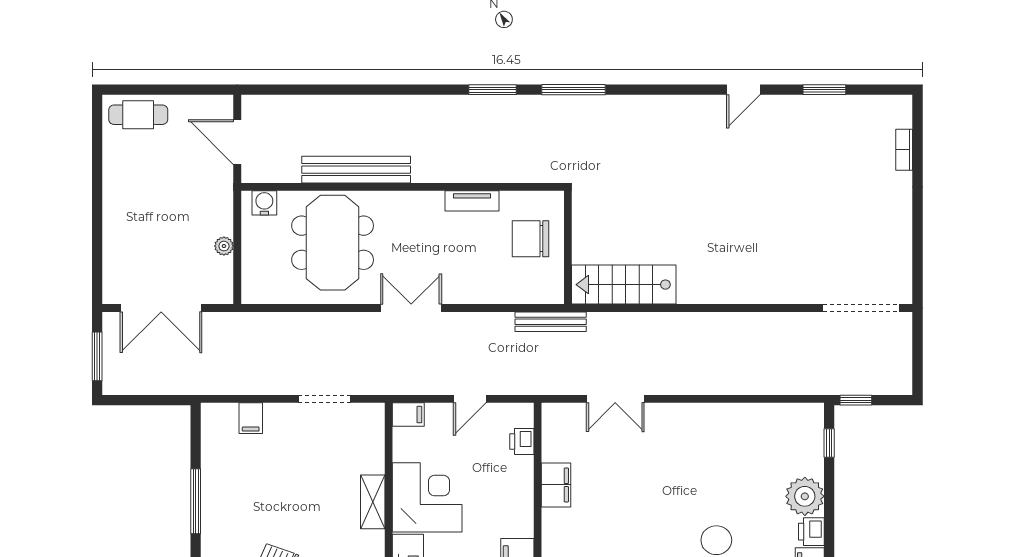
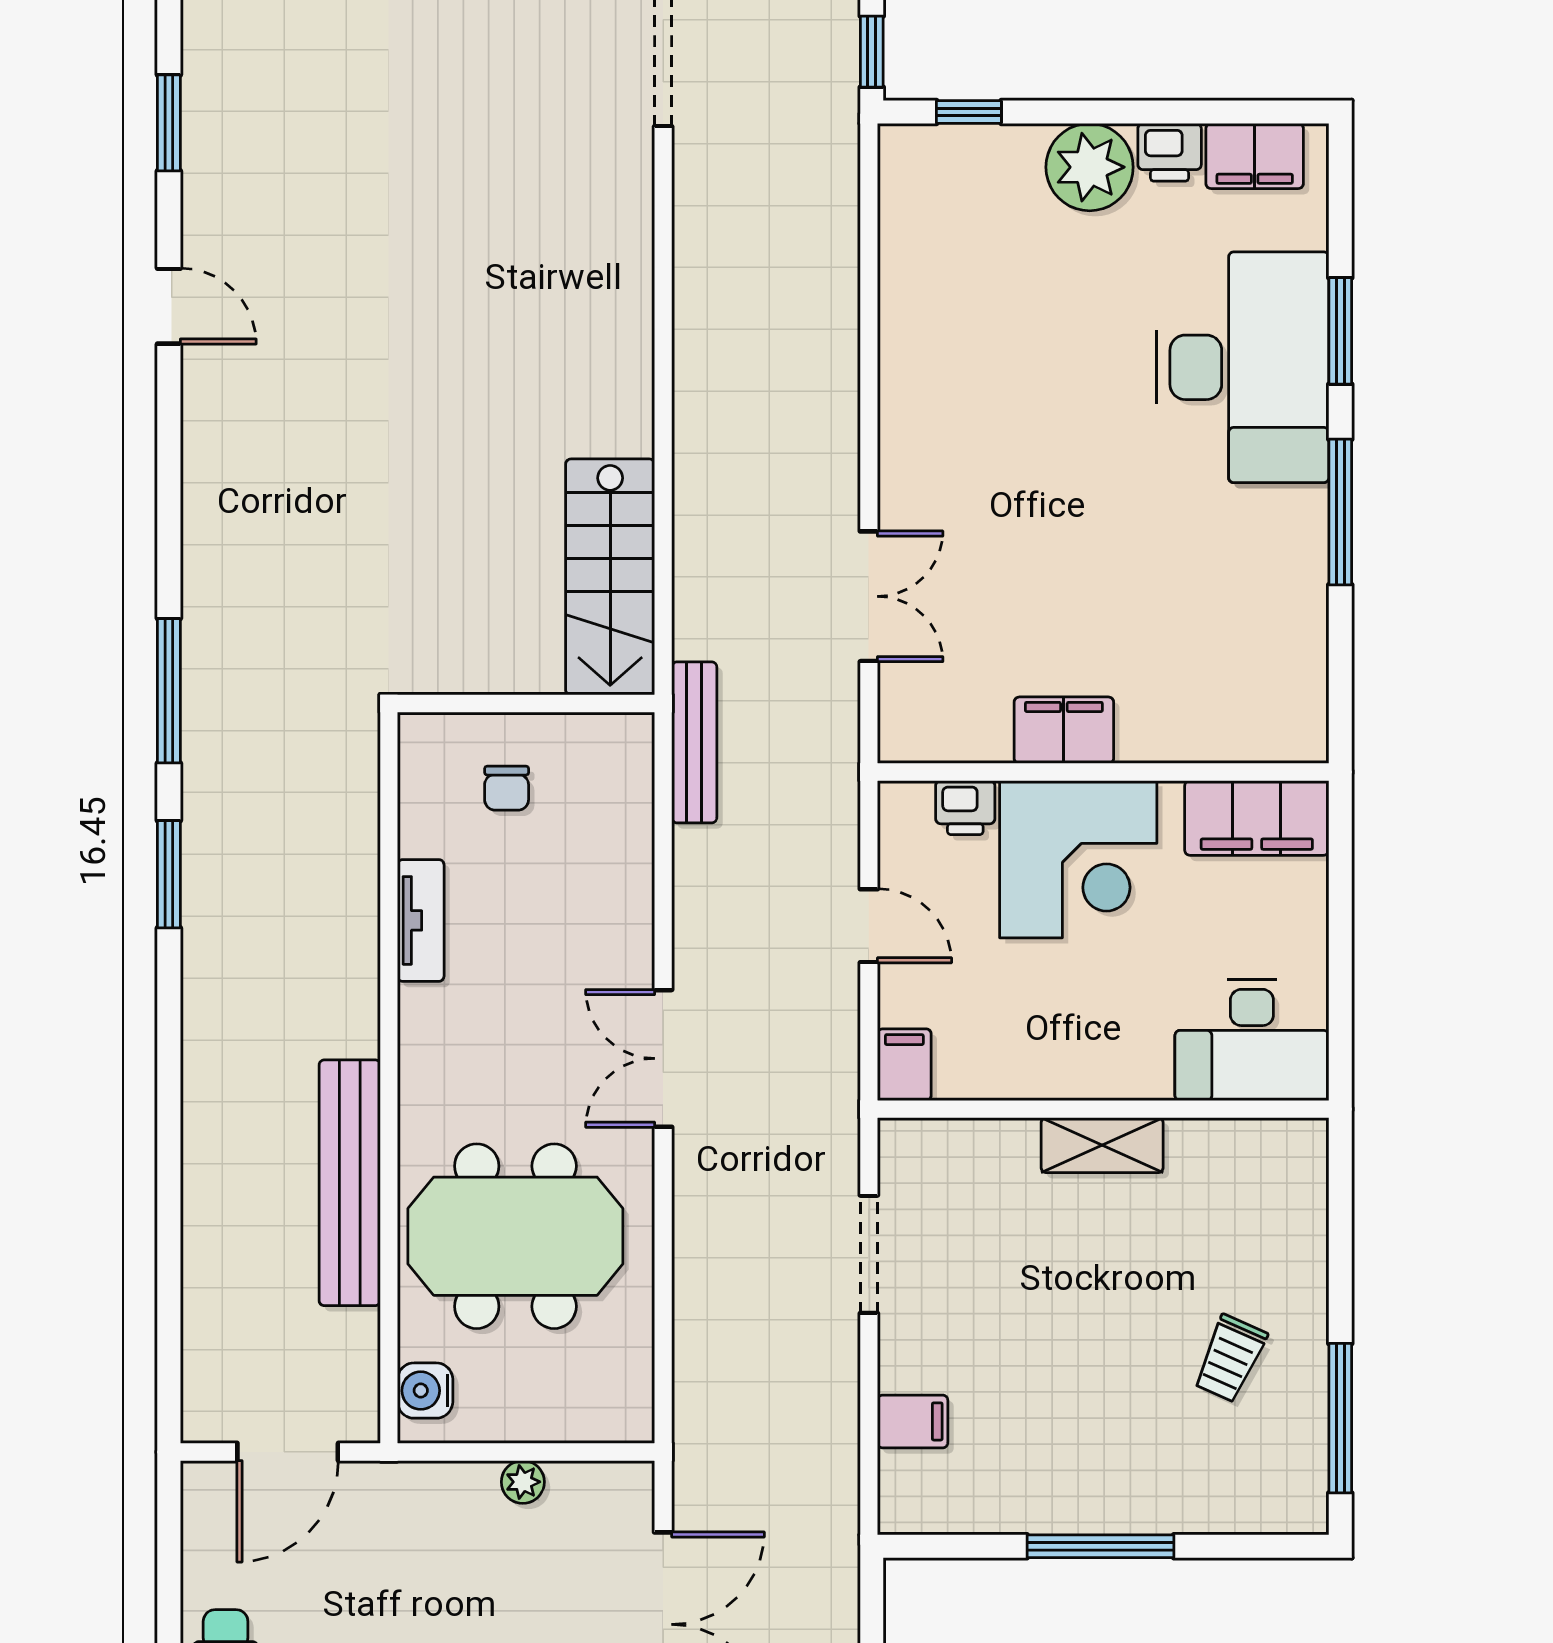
chair: (530, 239) -> (507, 788), width x0.54, depth x0.54
corner desk: (427, 497) -> (1078, 859), moved, turned 180

